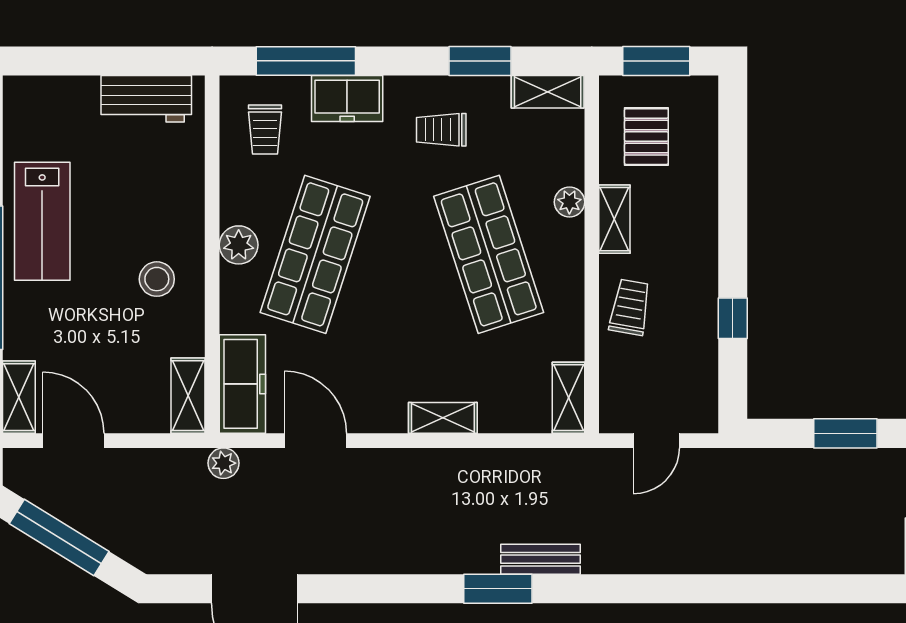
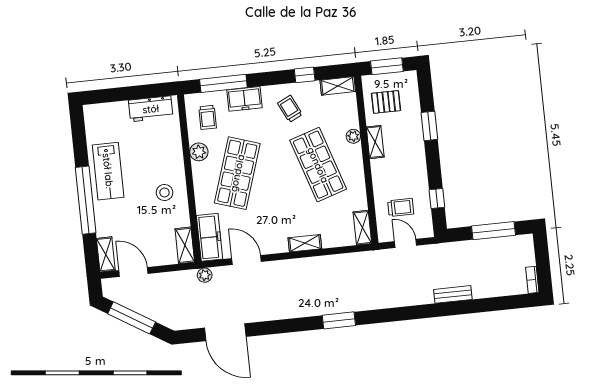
window: (480, 61) -> (305, 75), width x0.67
trolley: (441, 130) -> (290, 109), turned 64
pallet: (646, 137) -> (386, 102), turned 90
window: (733, 197) -> (429, 126), added
plant: (239, 245) -> (199, 152), moved
trolley: (630, 307) -> (401, 207), moved, turned 80
window: (733, 318) -> (437, 198), moved
window: (845, 433) -> (494, 231), width x1.44
door: (656, 441) -> (406, 243), swing flipped
bench: (541, 559) -> (453, 294), moved

